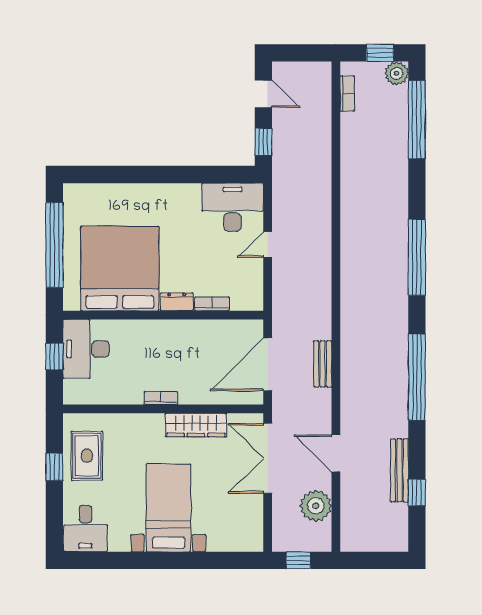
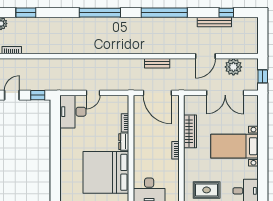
window: (417, 120) -> (26, 13), width x0.47
door: (268, 245) -> (93, 93), hinge flipped
double door: (268, 458) -> (225, 93), moved

